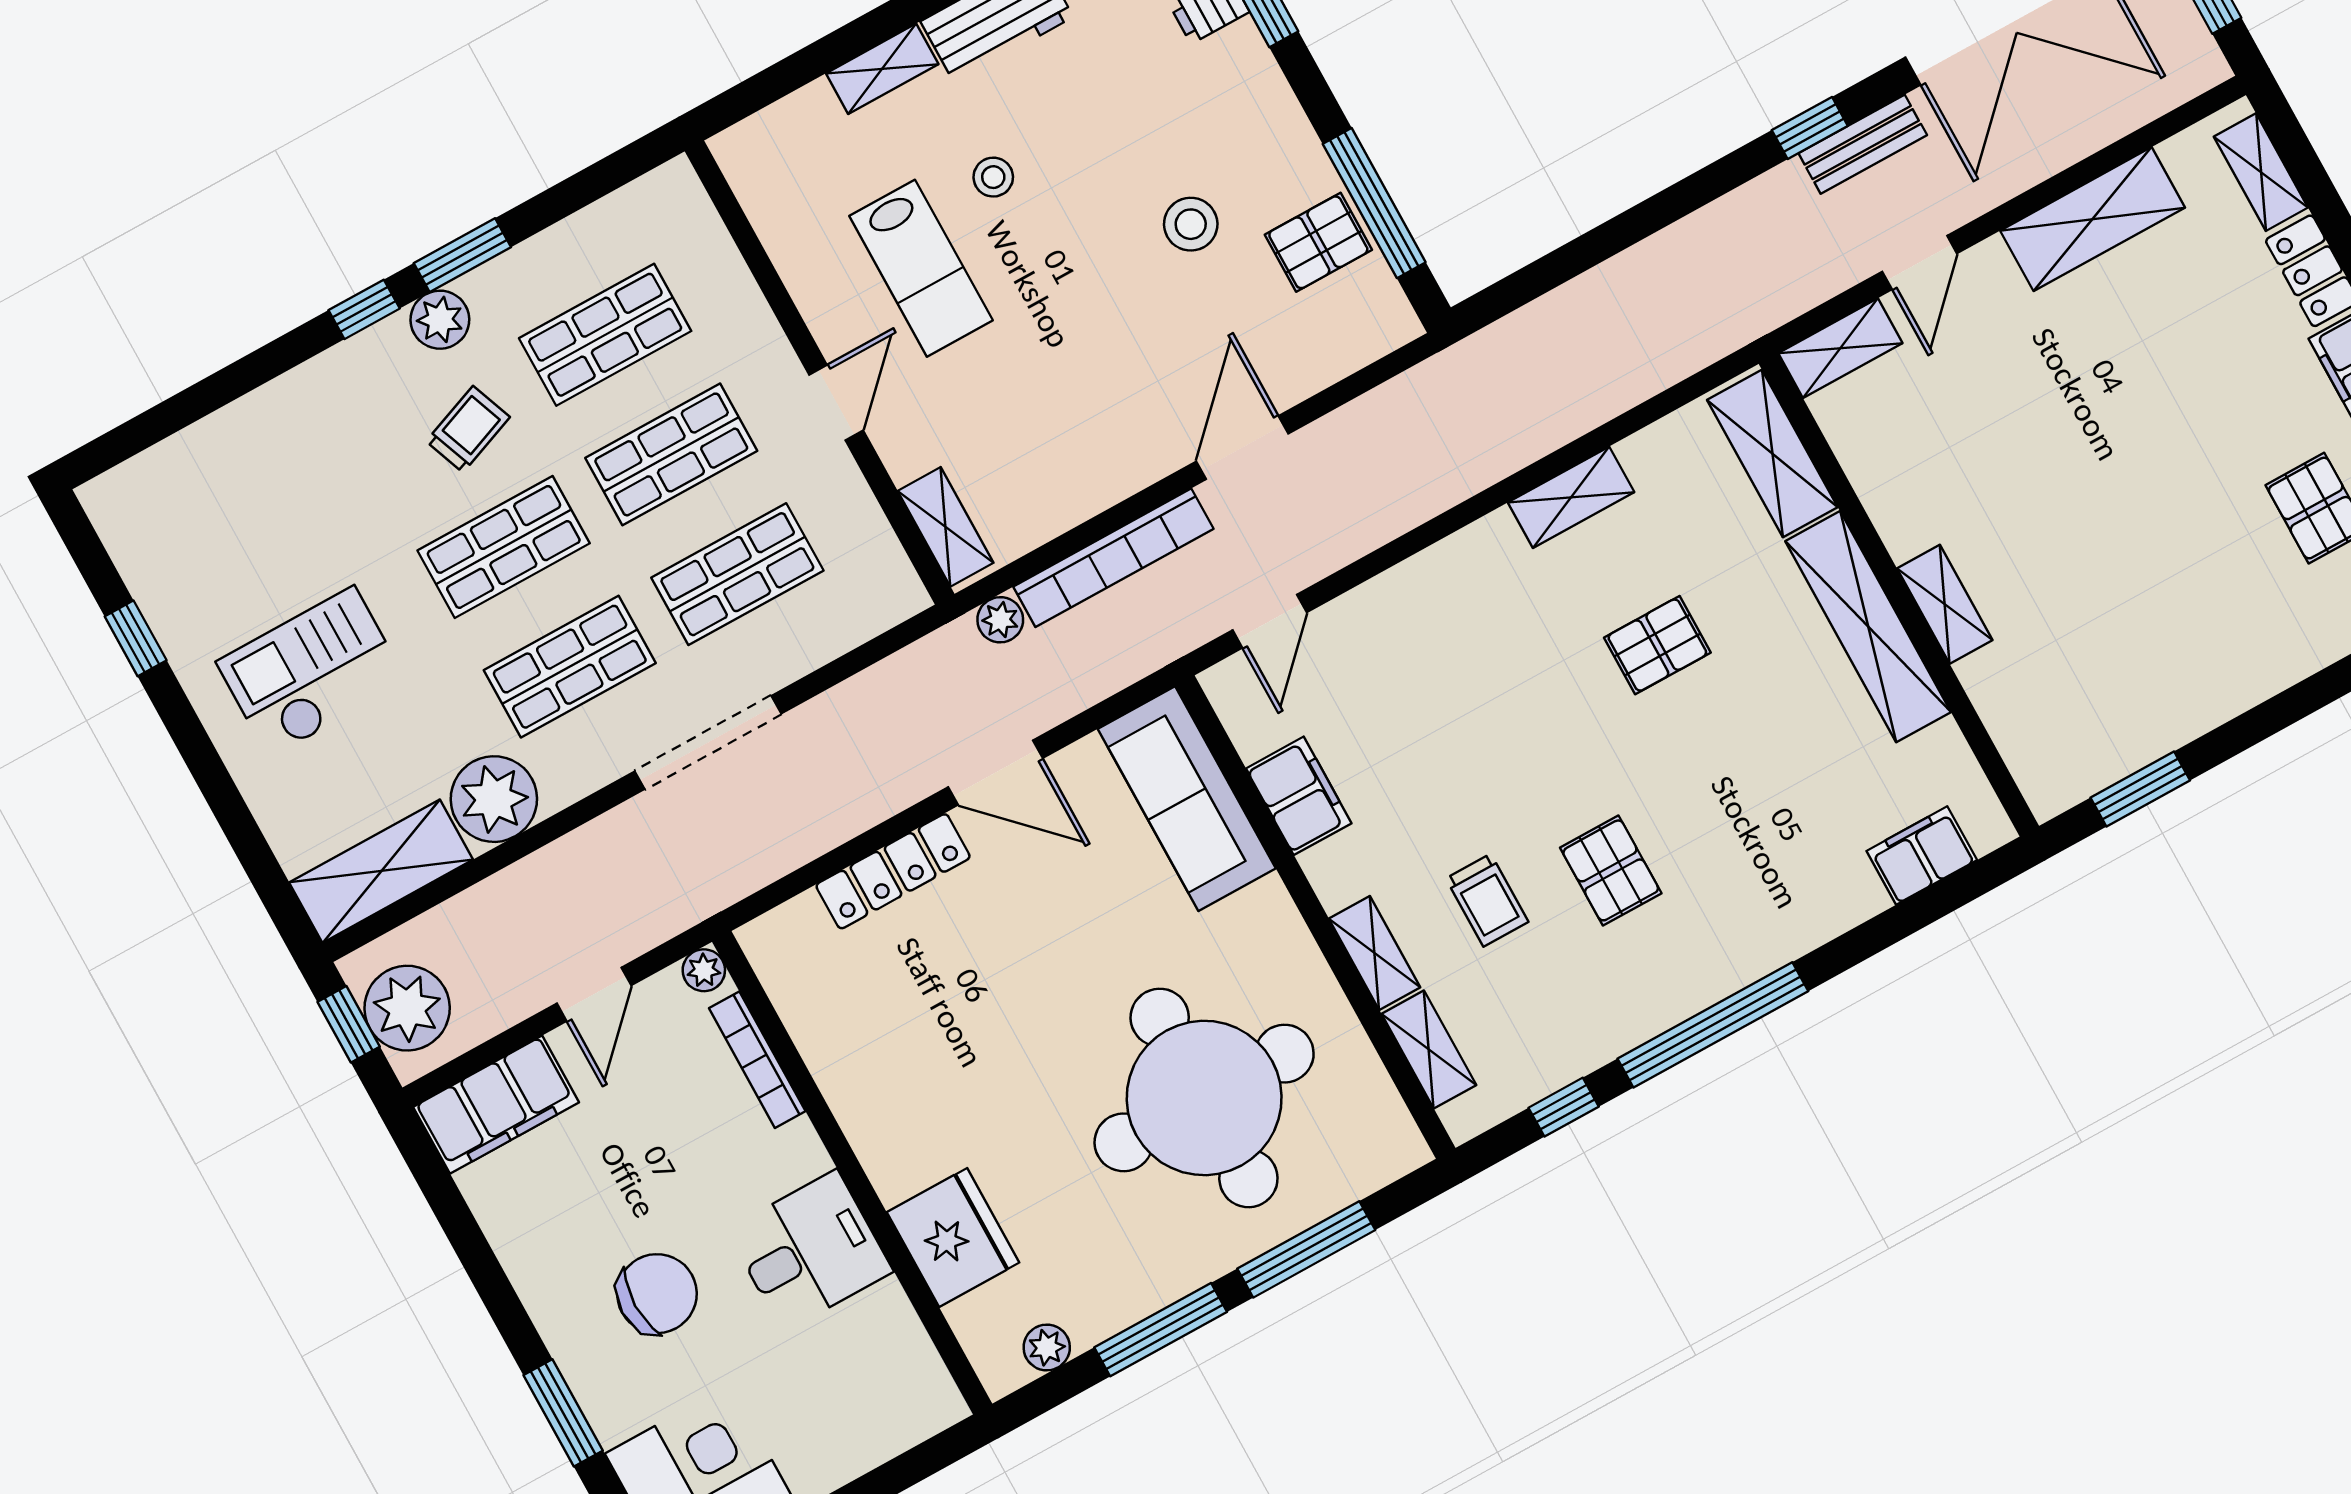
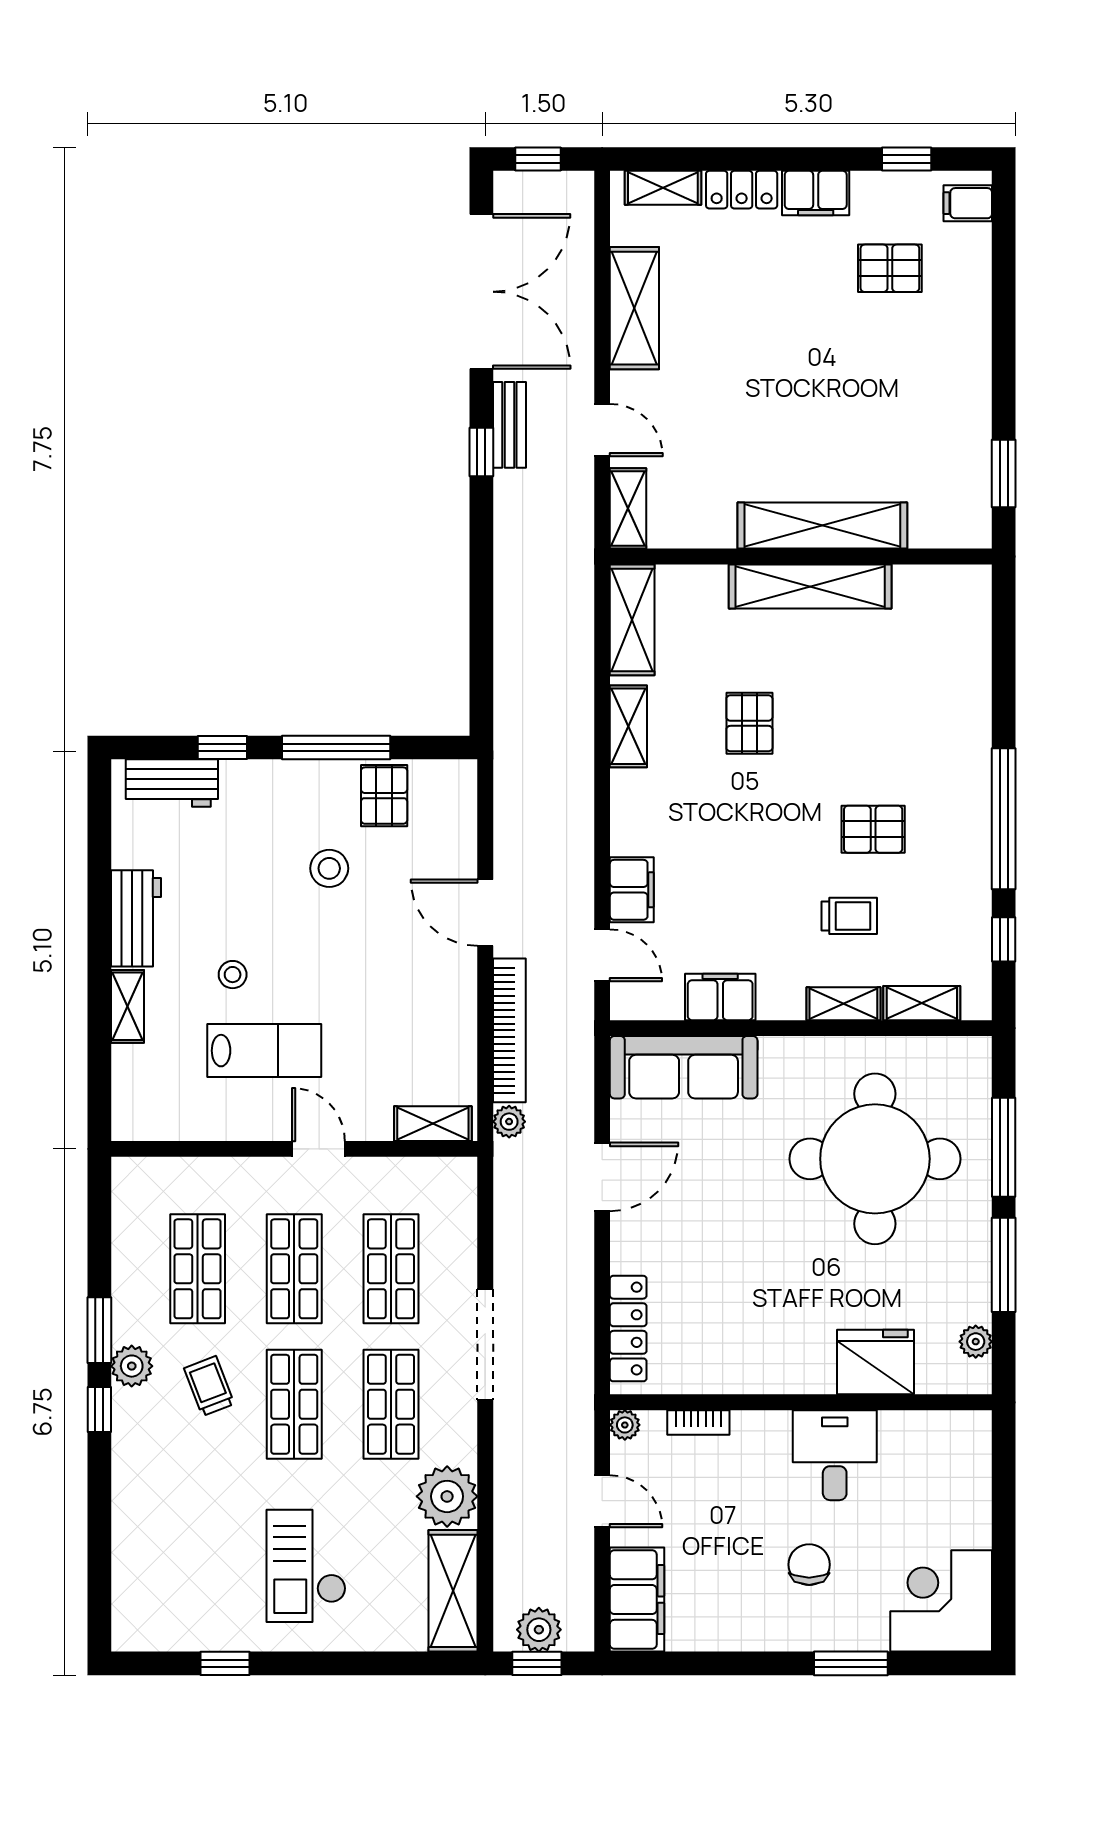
window: (1374, 203) -> (336, 748), moved
shelving: (1772, 453) -> (632, 620), moved, turned 90
shelving: (1945, 604) -> (822, 526), width x2.20, depth x1.33
filing cabinet: (1922, 856) -> (632, 890), moved, turned 180
locker: (893, 871) -> (628, 1329), moved
plant: (407, 1008) -> (539, 1630), width x0.73, depth x0.73
bookcase: (757, 1060) -> (698, 1422), width x0.64
chair: (657, 1294) -> (809, 1565), width x0.73, depth x0.73

